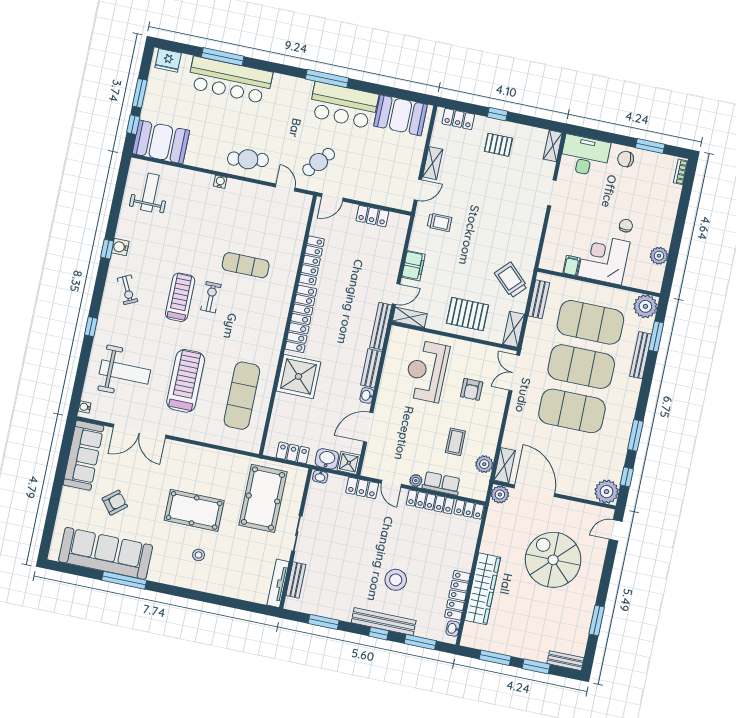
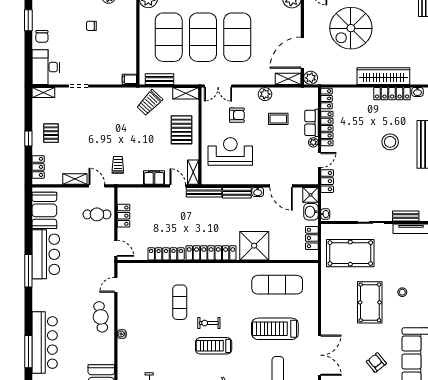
cafe table: (319, 162) -> (97, 214), moved, turned -40
corner desk: (604, 259) -> (120, 37), removed
filing cabinet: (571, 266) -> (129, 79), moved
reception desk: (426, 371) -> (230, 151), turned 180
plant: (484, 464) -> (265, 94), moved

